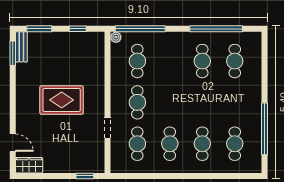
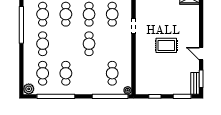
plant: (254, 39) -> (29, 89), added
rug: (62, 100) -> (166, 45), width x0.73, depth x0.70
cafe table: (137, 102) -> (89, 44), moved
cafe table: (235, 102) -> (43, 44), added
door: (13, 143) -> (201, 54), moved

